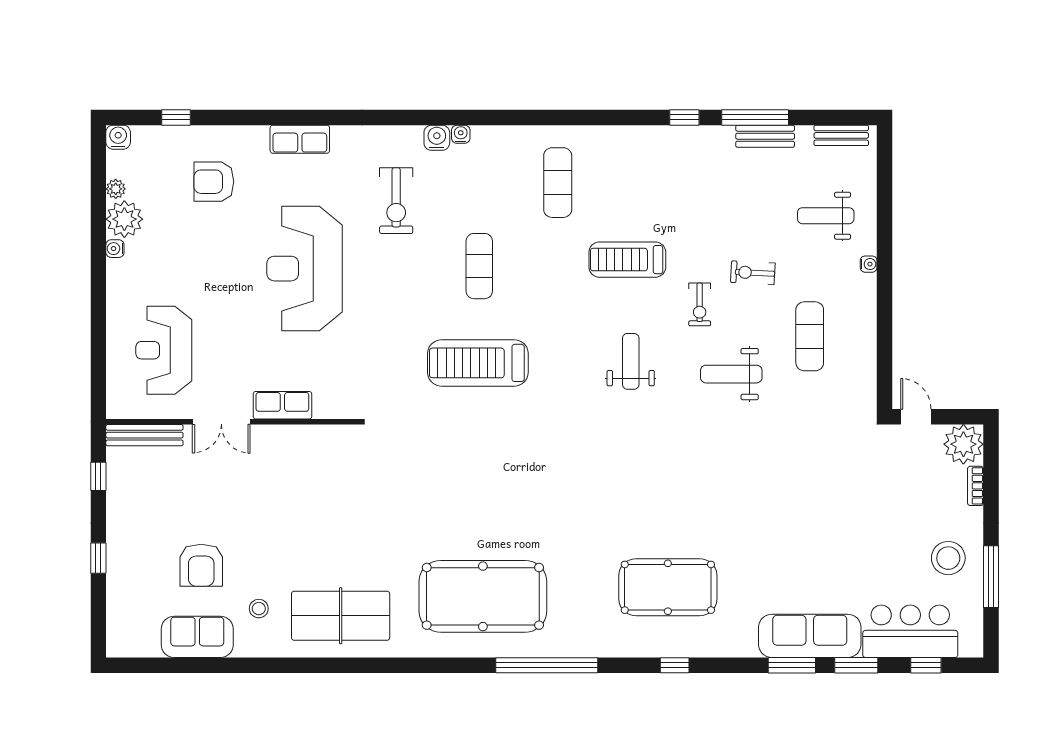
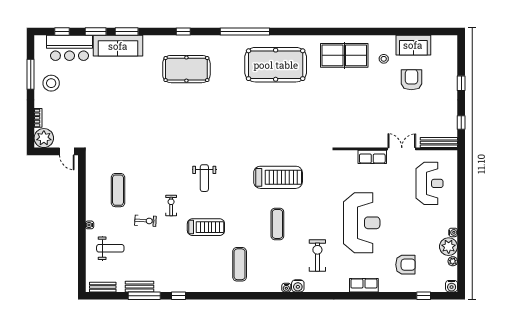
weight bench: (731, 374) -> (156, 172), removed

